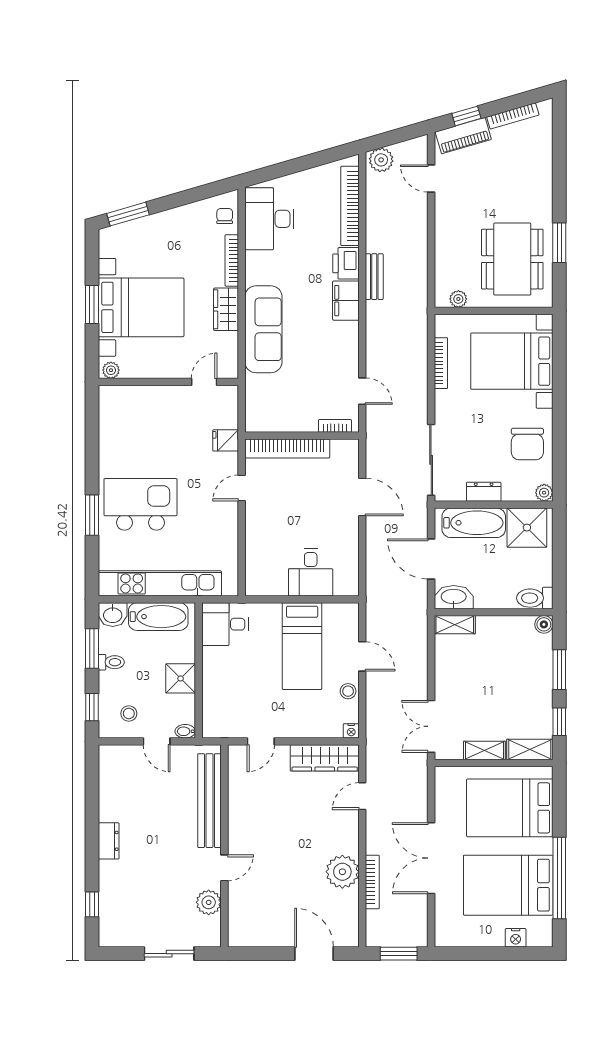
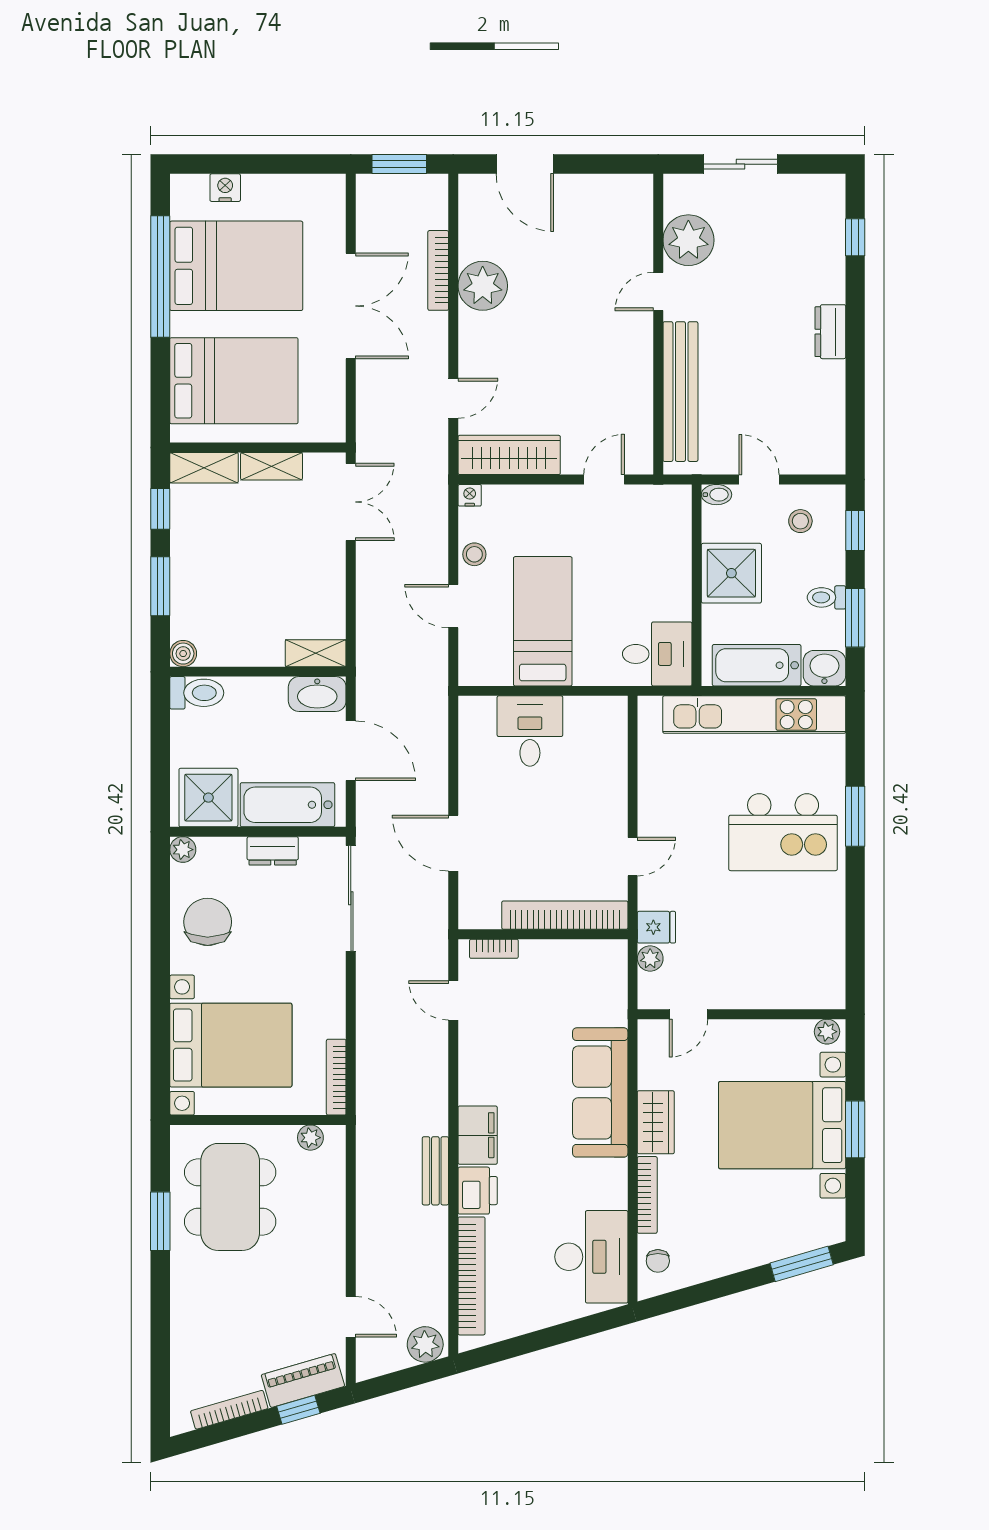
bookcase: (441, 363) -> (336, 1077), moved
plant: (230, 419) -> (650, 959), added
shower: (181, 678) -> (731, 573), width x1.36, depth x1.36
plant: (209, 902) -> (688, 240), width x1.36, depth x1.36

